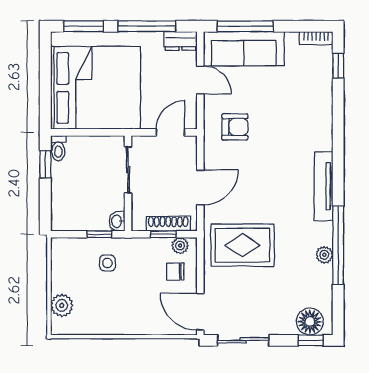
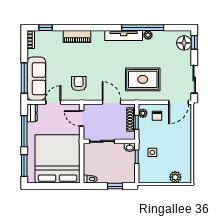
piano: (322, 124) -> (77, 37), added
window: (45, 164) -> (115, 186), moved
tv unit: (323, 186) -> (124, 36), moved
rug: (243, 245) -> (143, 79), turned 90

